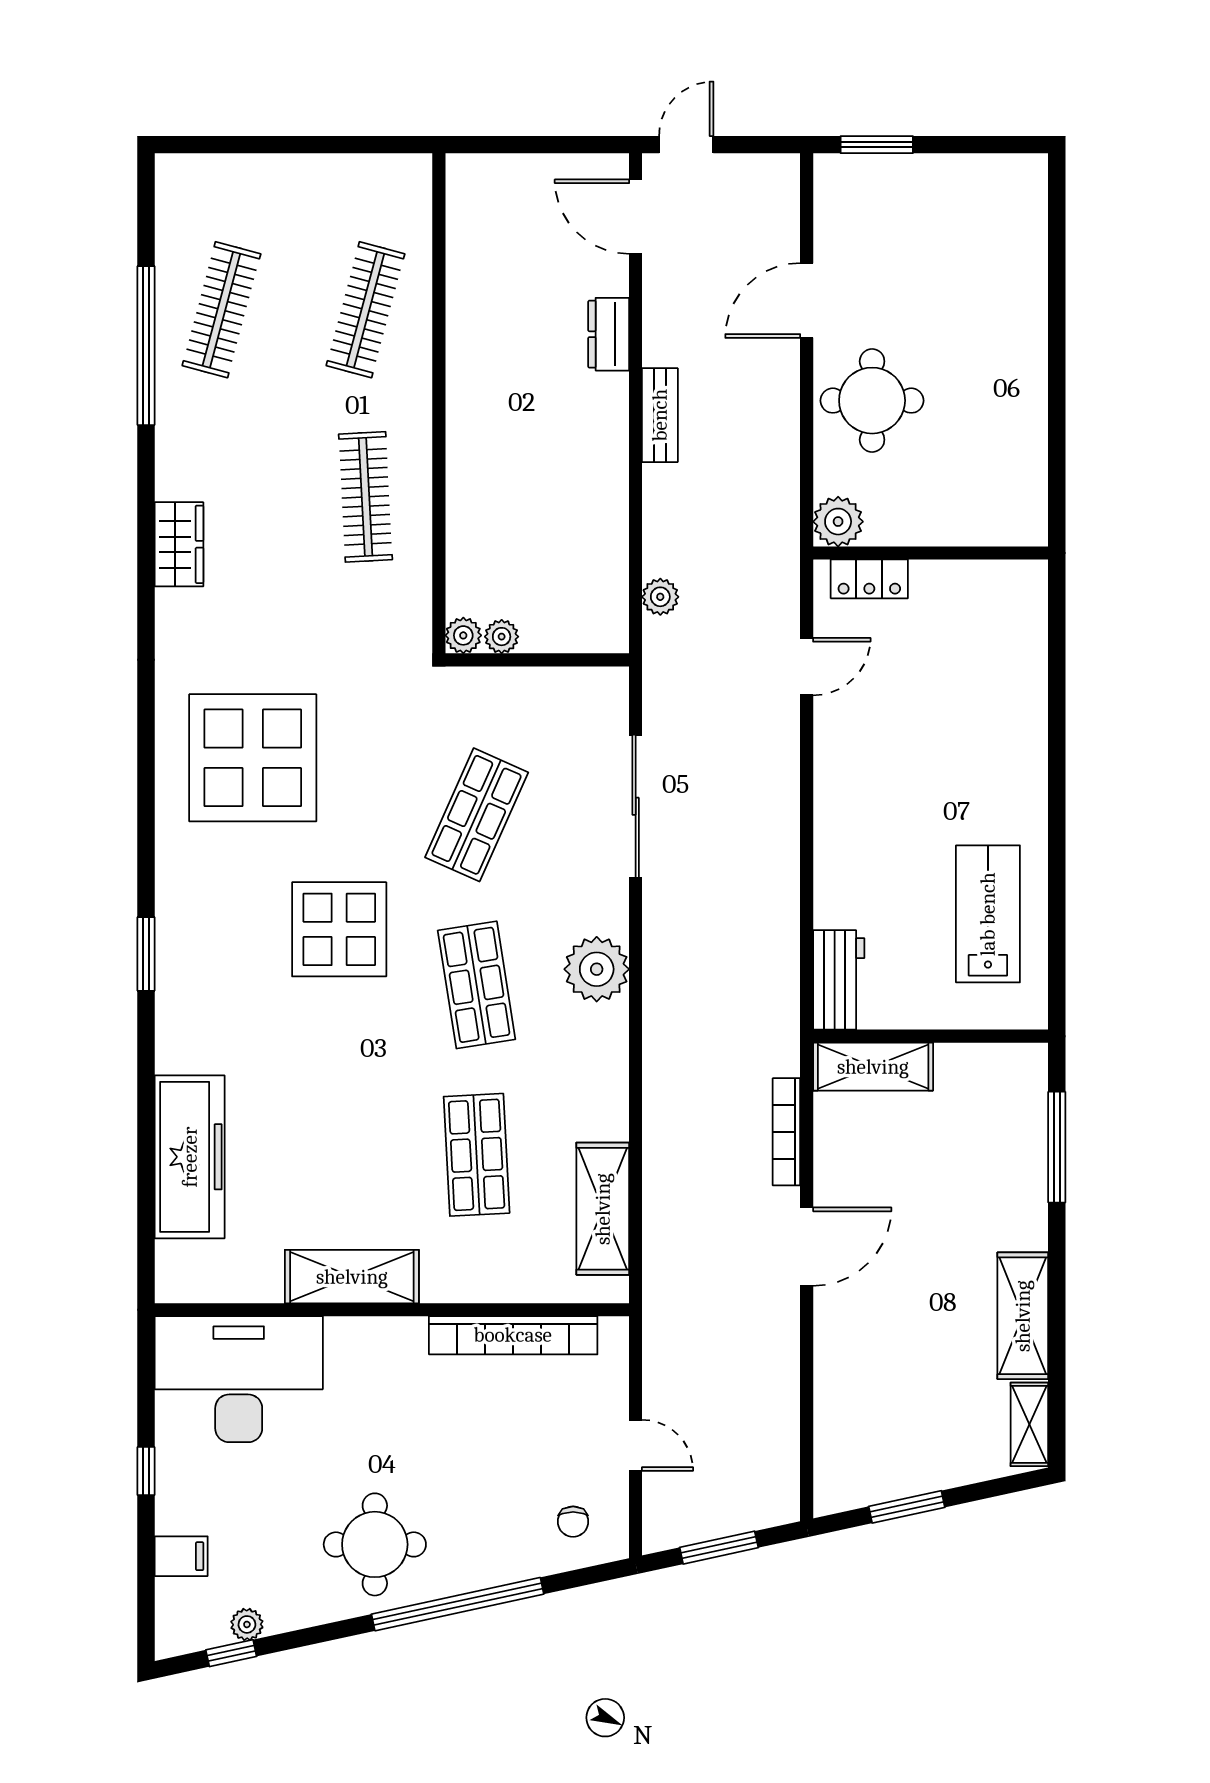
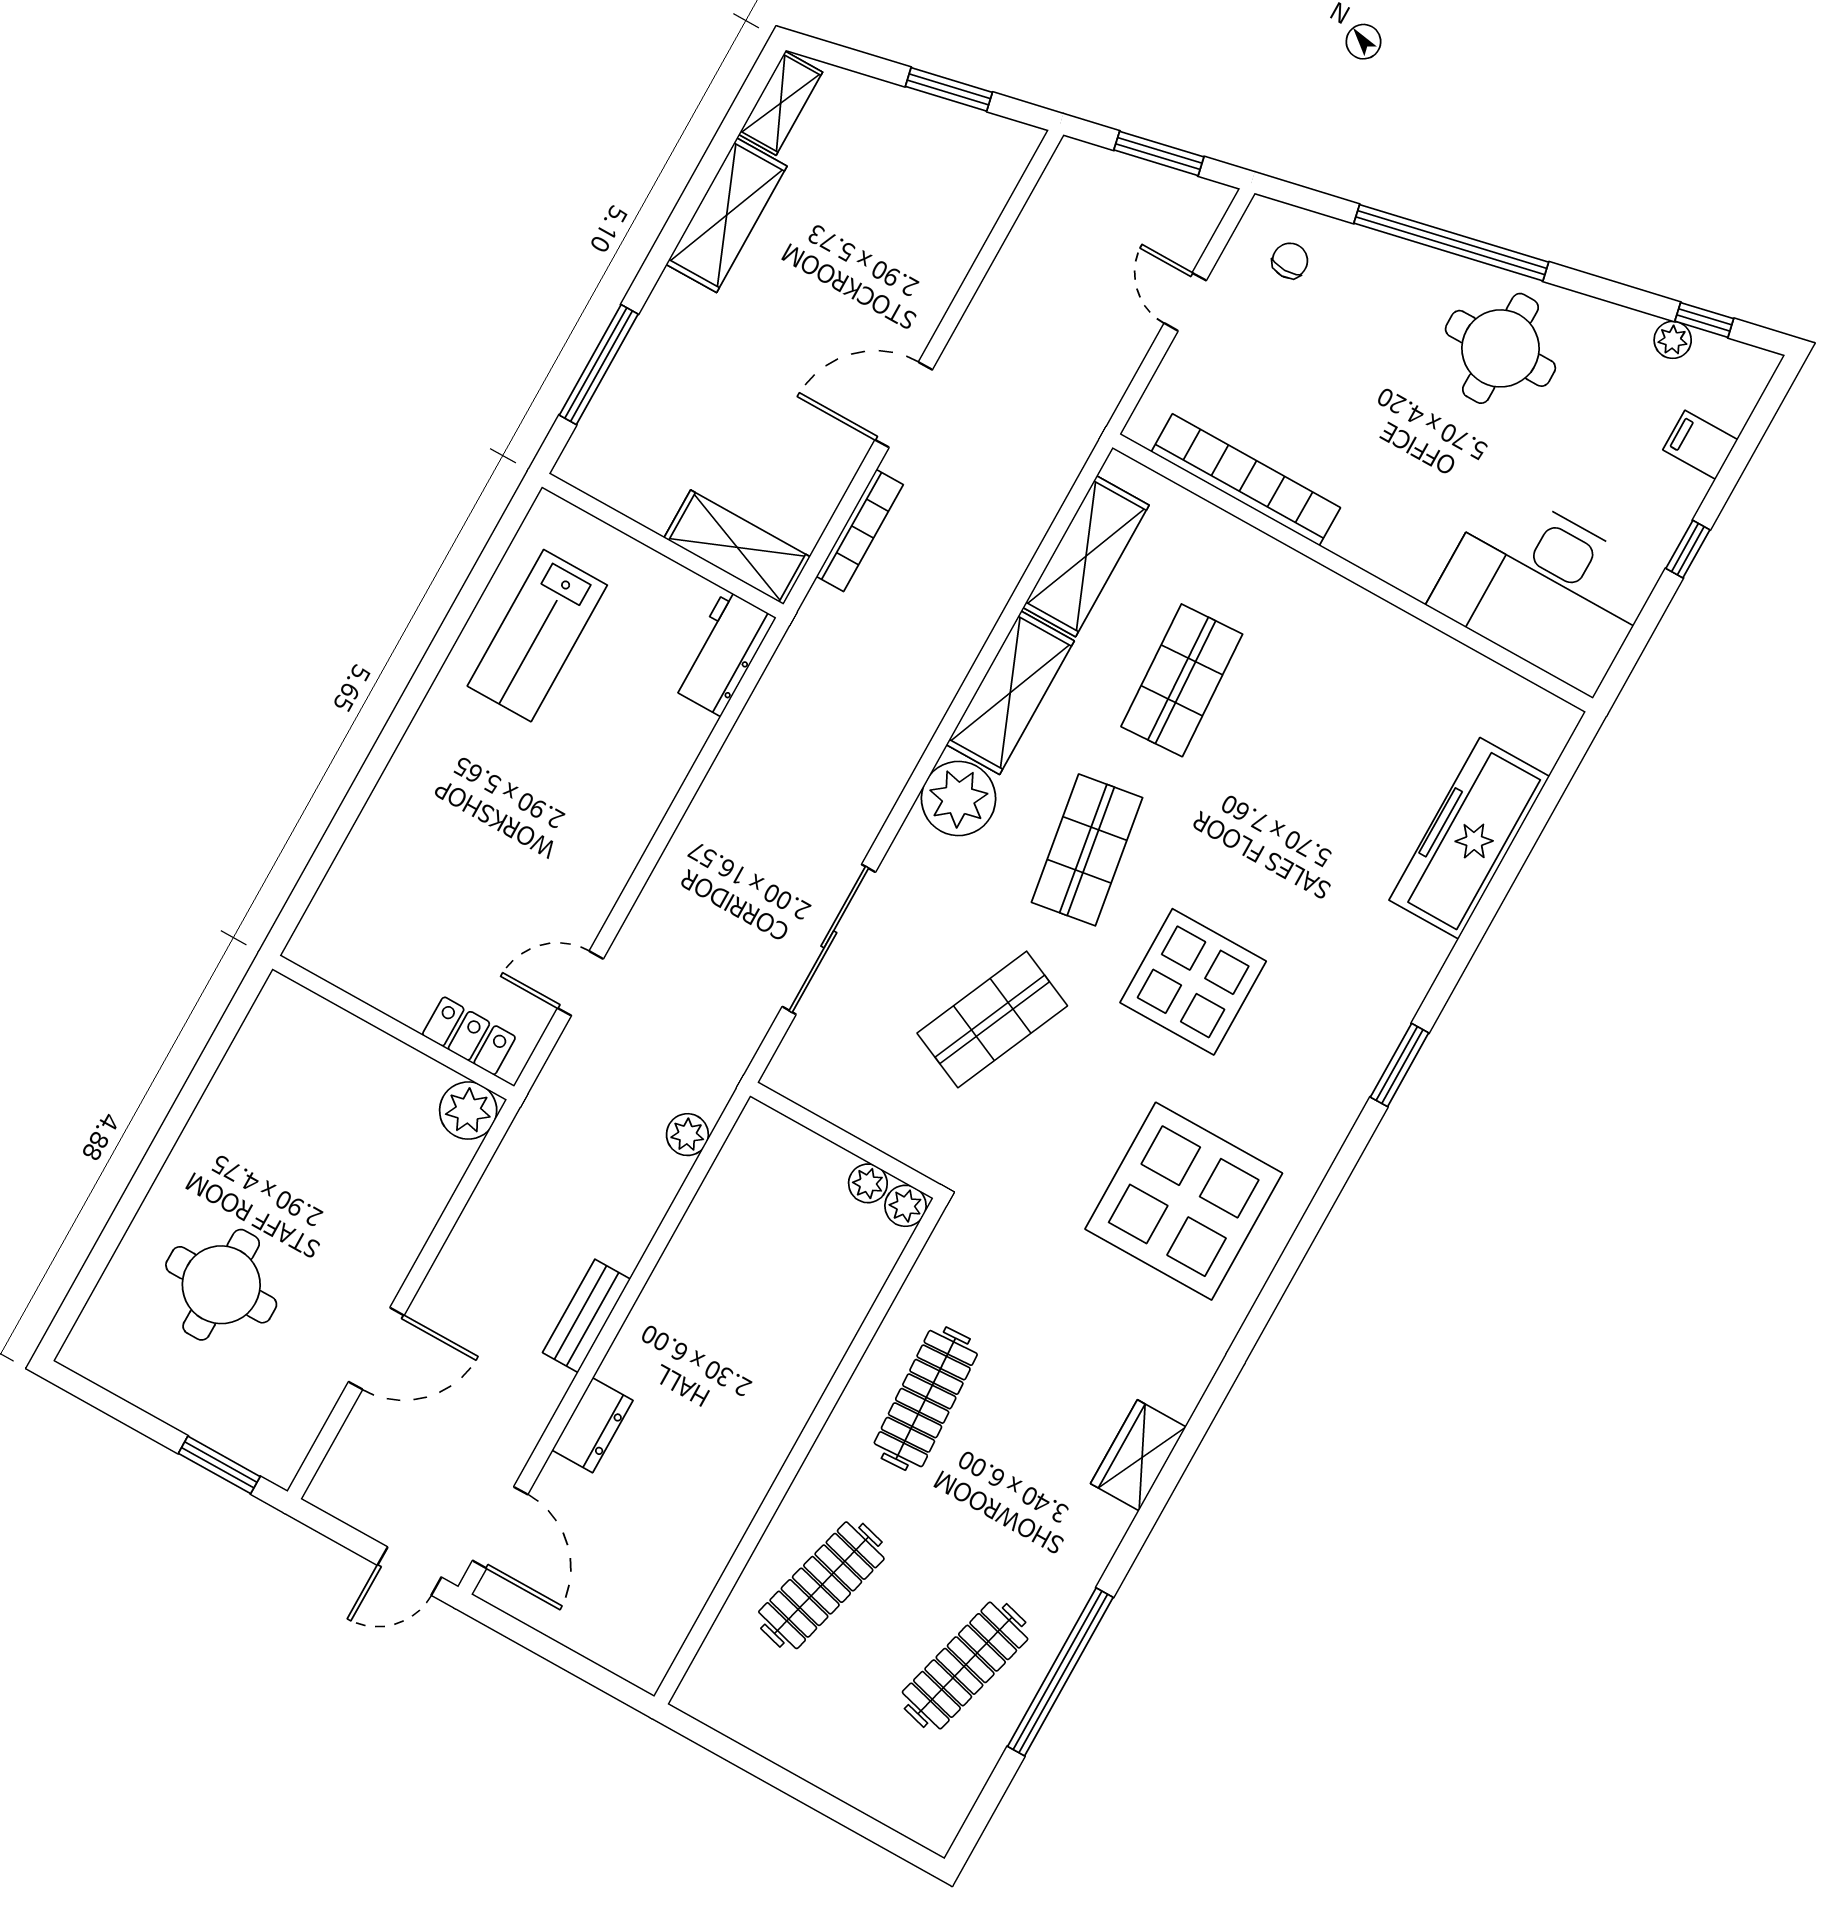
round table: (872, 401) -> (221, 1285), moved
shelving: (352, 1277) -> (1010, 693), moved, turned 90

